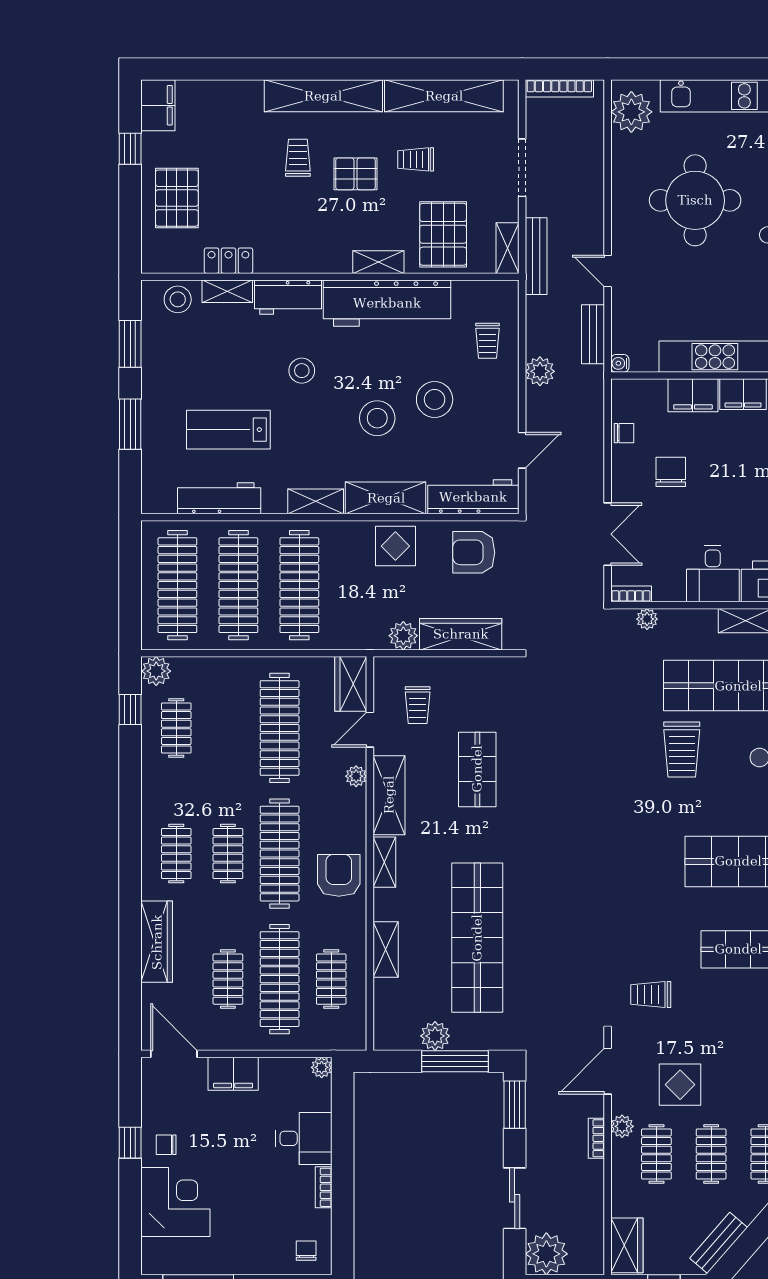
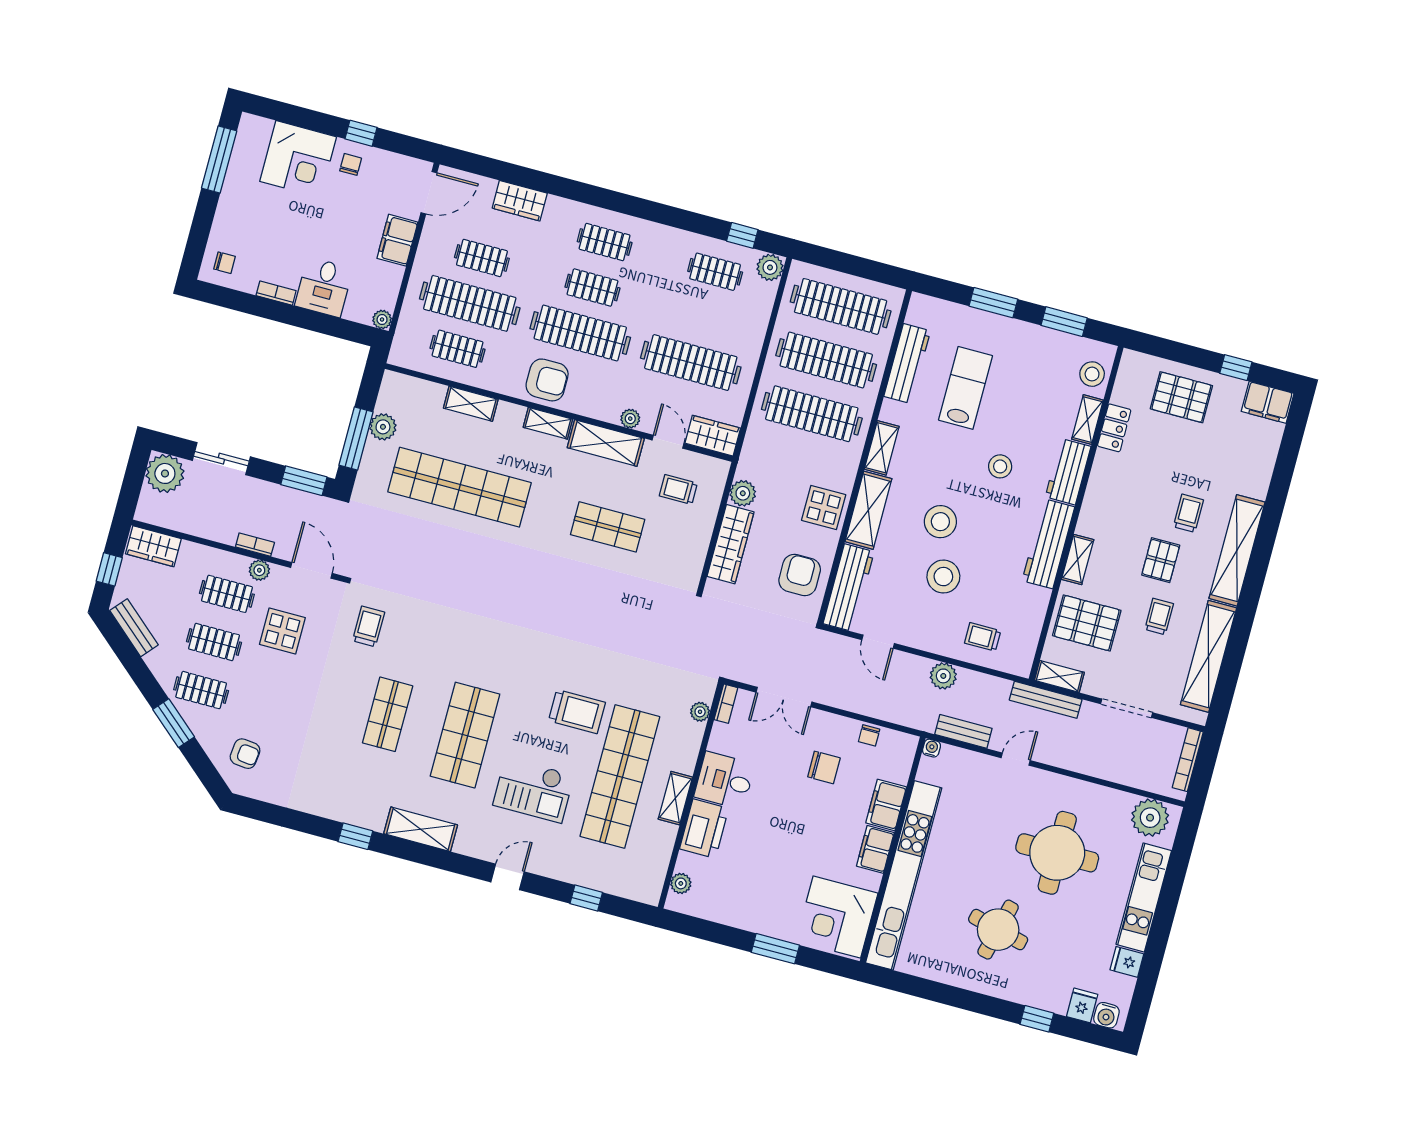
trolley: (298, 158) -> (1188, 513), turned -90
workbench: (387, 303) -> (1048, 544), width x0.73, depth x0.76
trolley: (682, 750) -> (577, 712), turned 180
wardrobe: (157, 942) -> (520, 201), width x0.67

